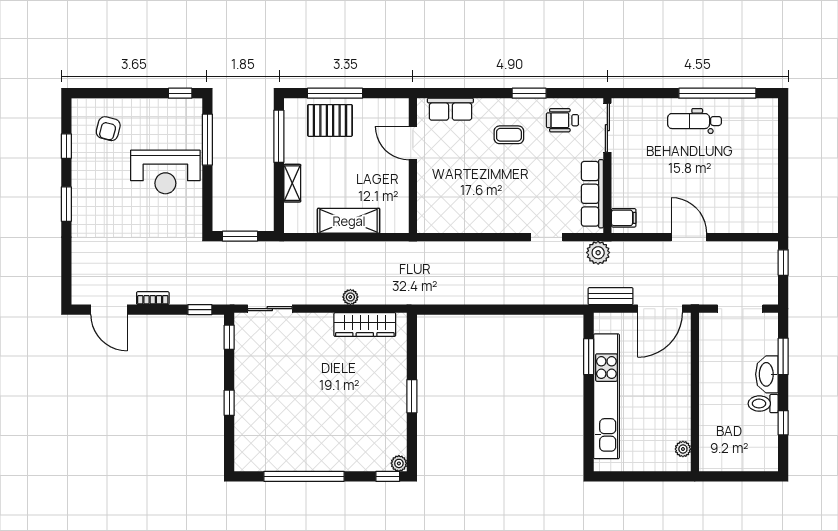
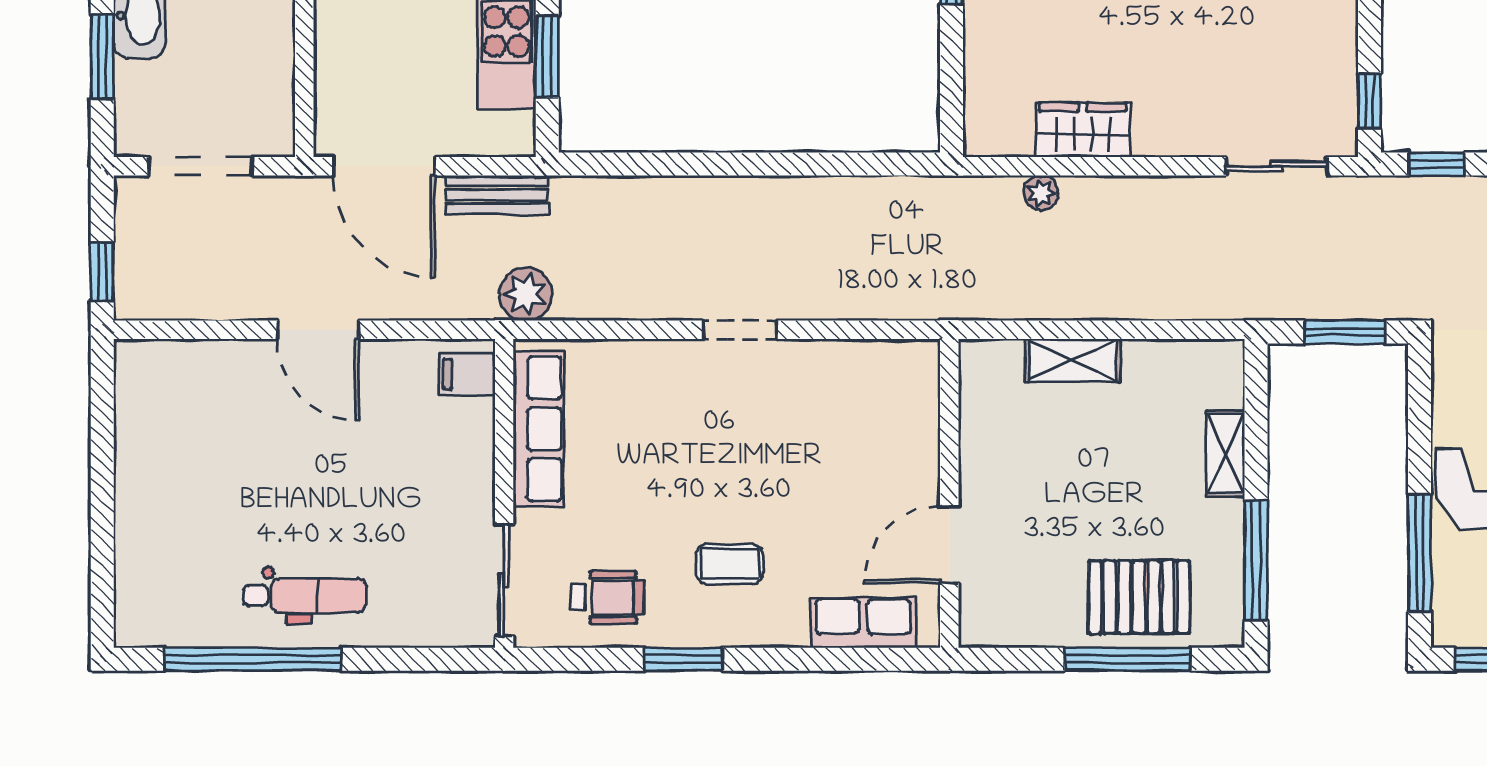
door: (413, 143) -> (949, 545), swing flipped
shelving: (349, 221) -> (1073, 360), width x0.67, depth x0.75
doorway: (547, 237) -> (740, 330), moved
plant: (350, 297) -> (1041, 193), moved
door: (660, 309) -> (384, 166), swing flipped
wardrobe: (365, 325) -> (1083, 130), width x0.67

